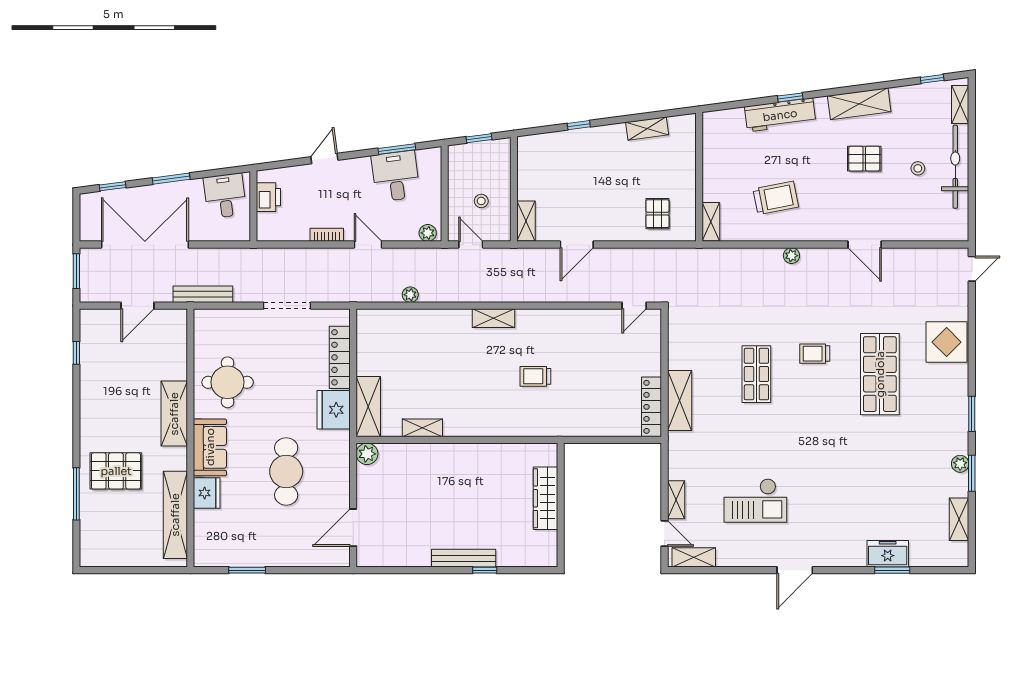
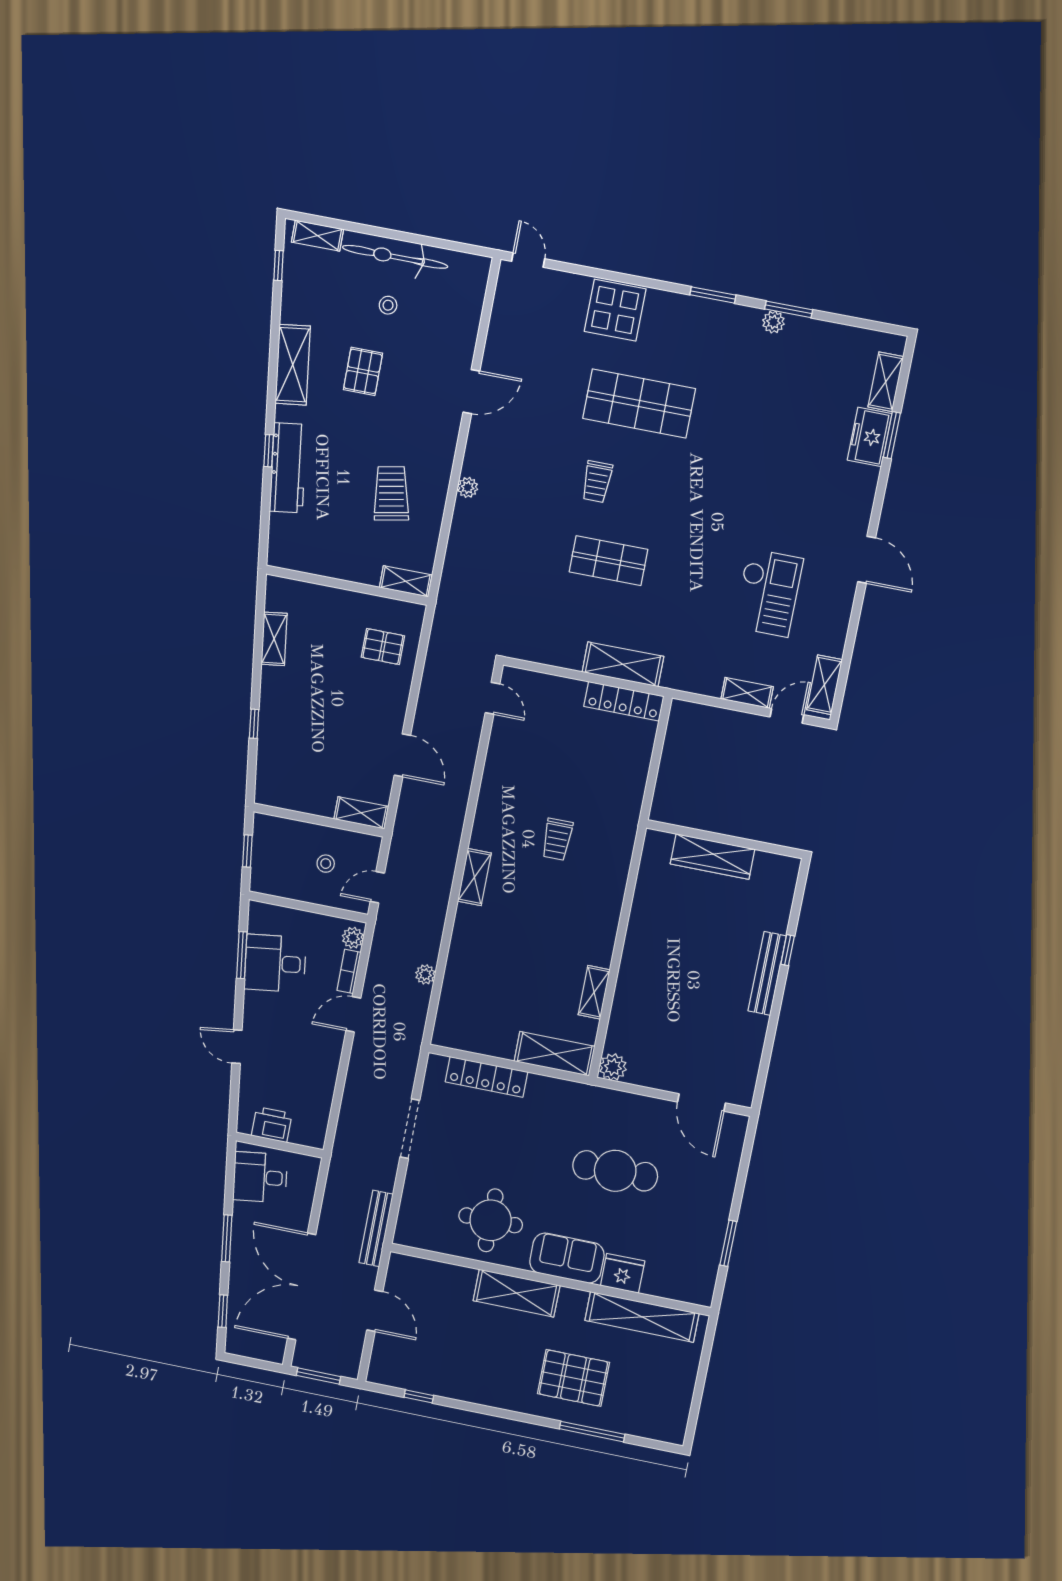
bookcase: (327, 235) -> (349, 971), moved
fridge: (334, 410) -> (550, 1097), removed
pallet: (116, 471) -> (573, 1378), turned 90
shelving: (959, 519) -> (886, 382), moved, turned 90

